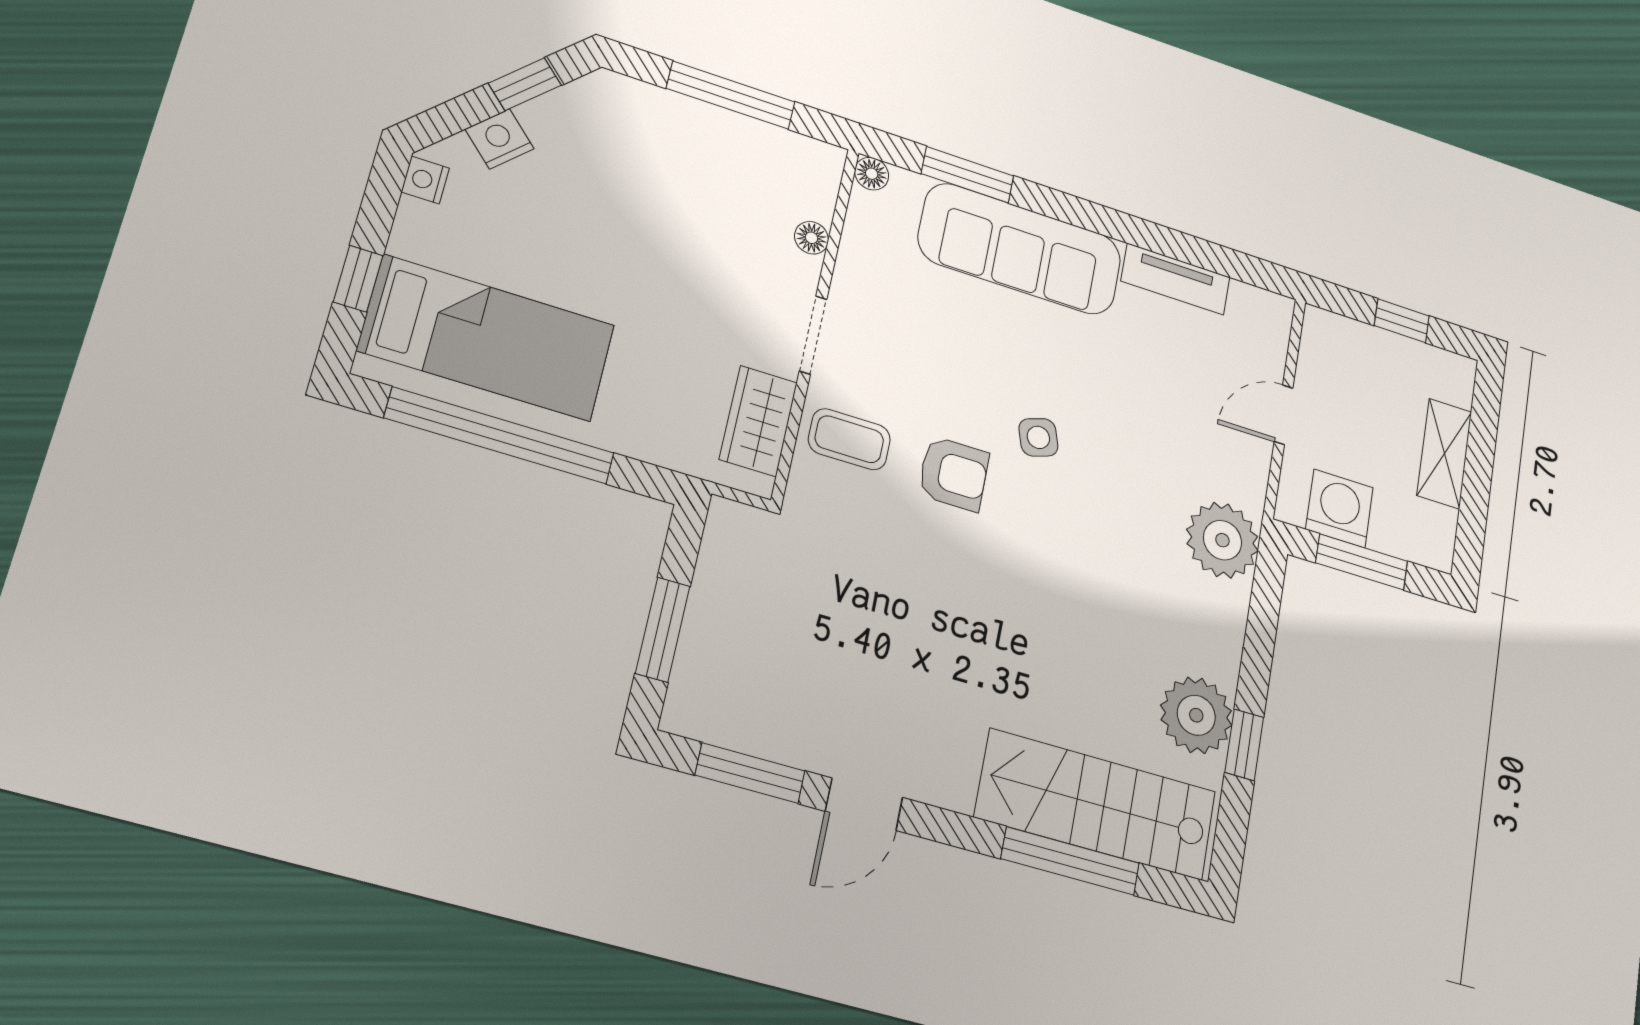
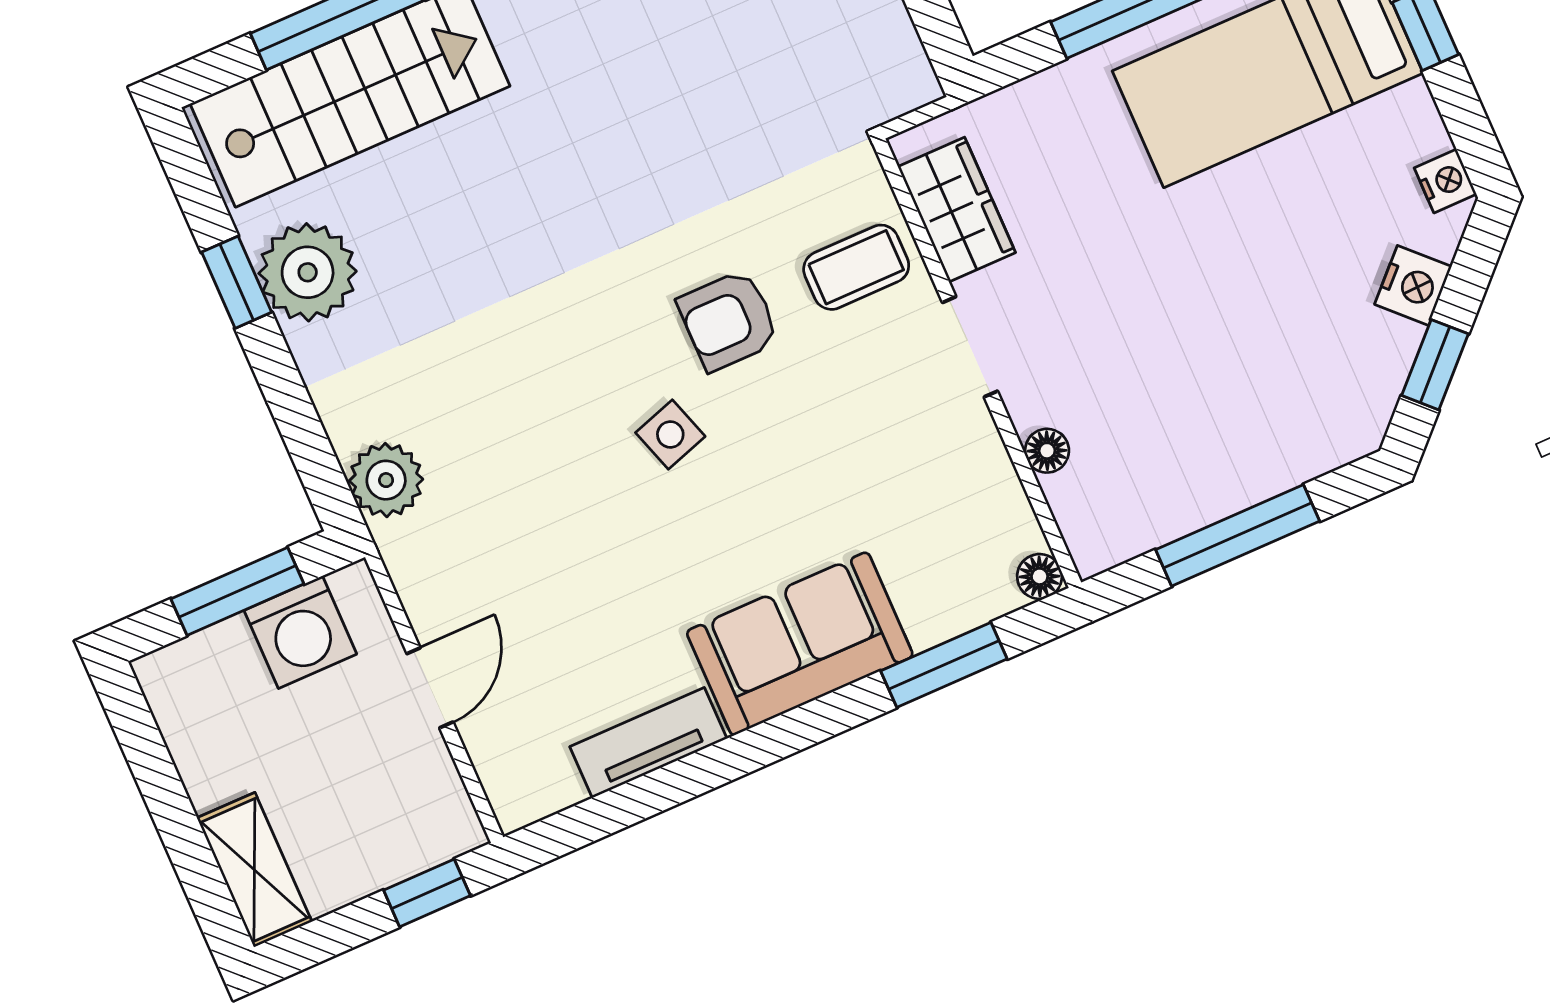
sofa: (1020, 249) -> (800, 644), width x0.73
window: (1402, 321) -> (427, 893), moved
shelving: (1444, 454) -> (254, 870), moved
plant: (1222, 540) -> (386, 480), width x0.73, depth x0.73

